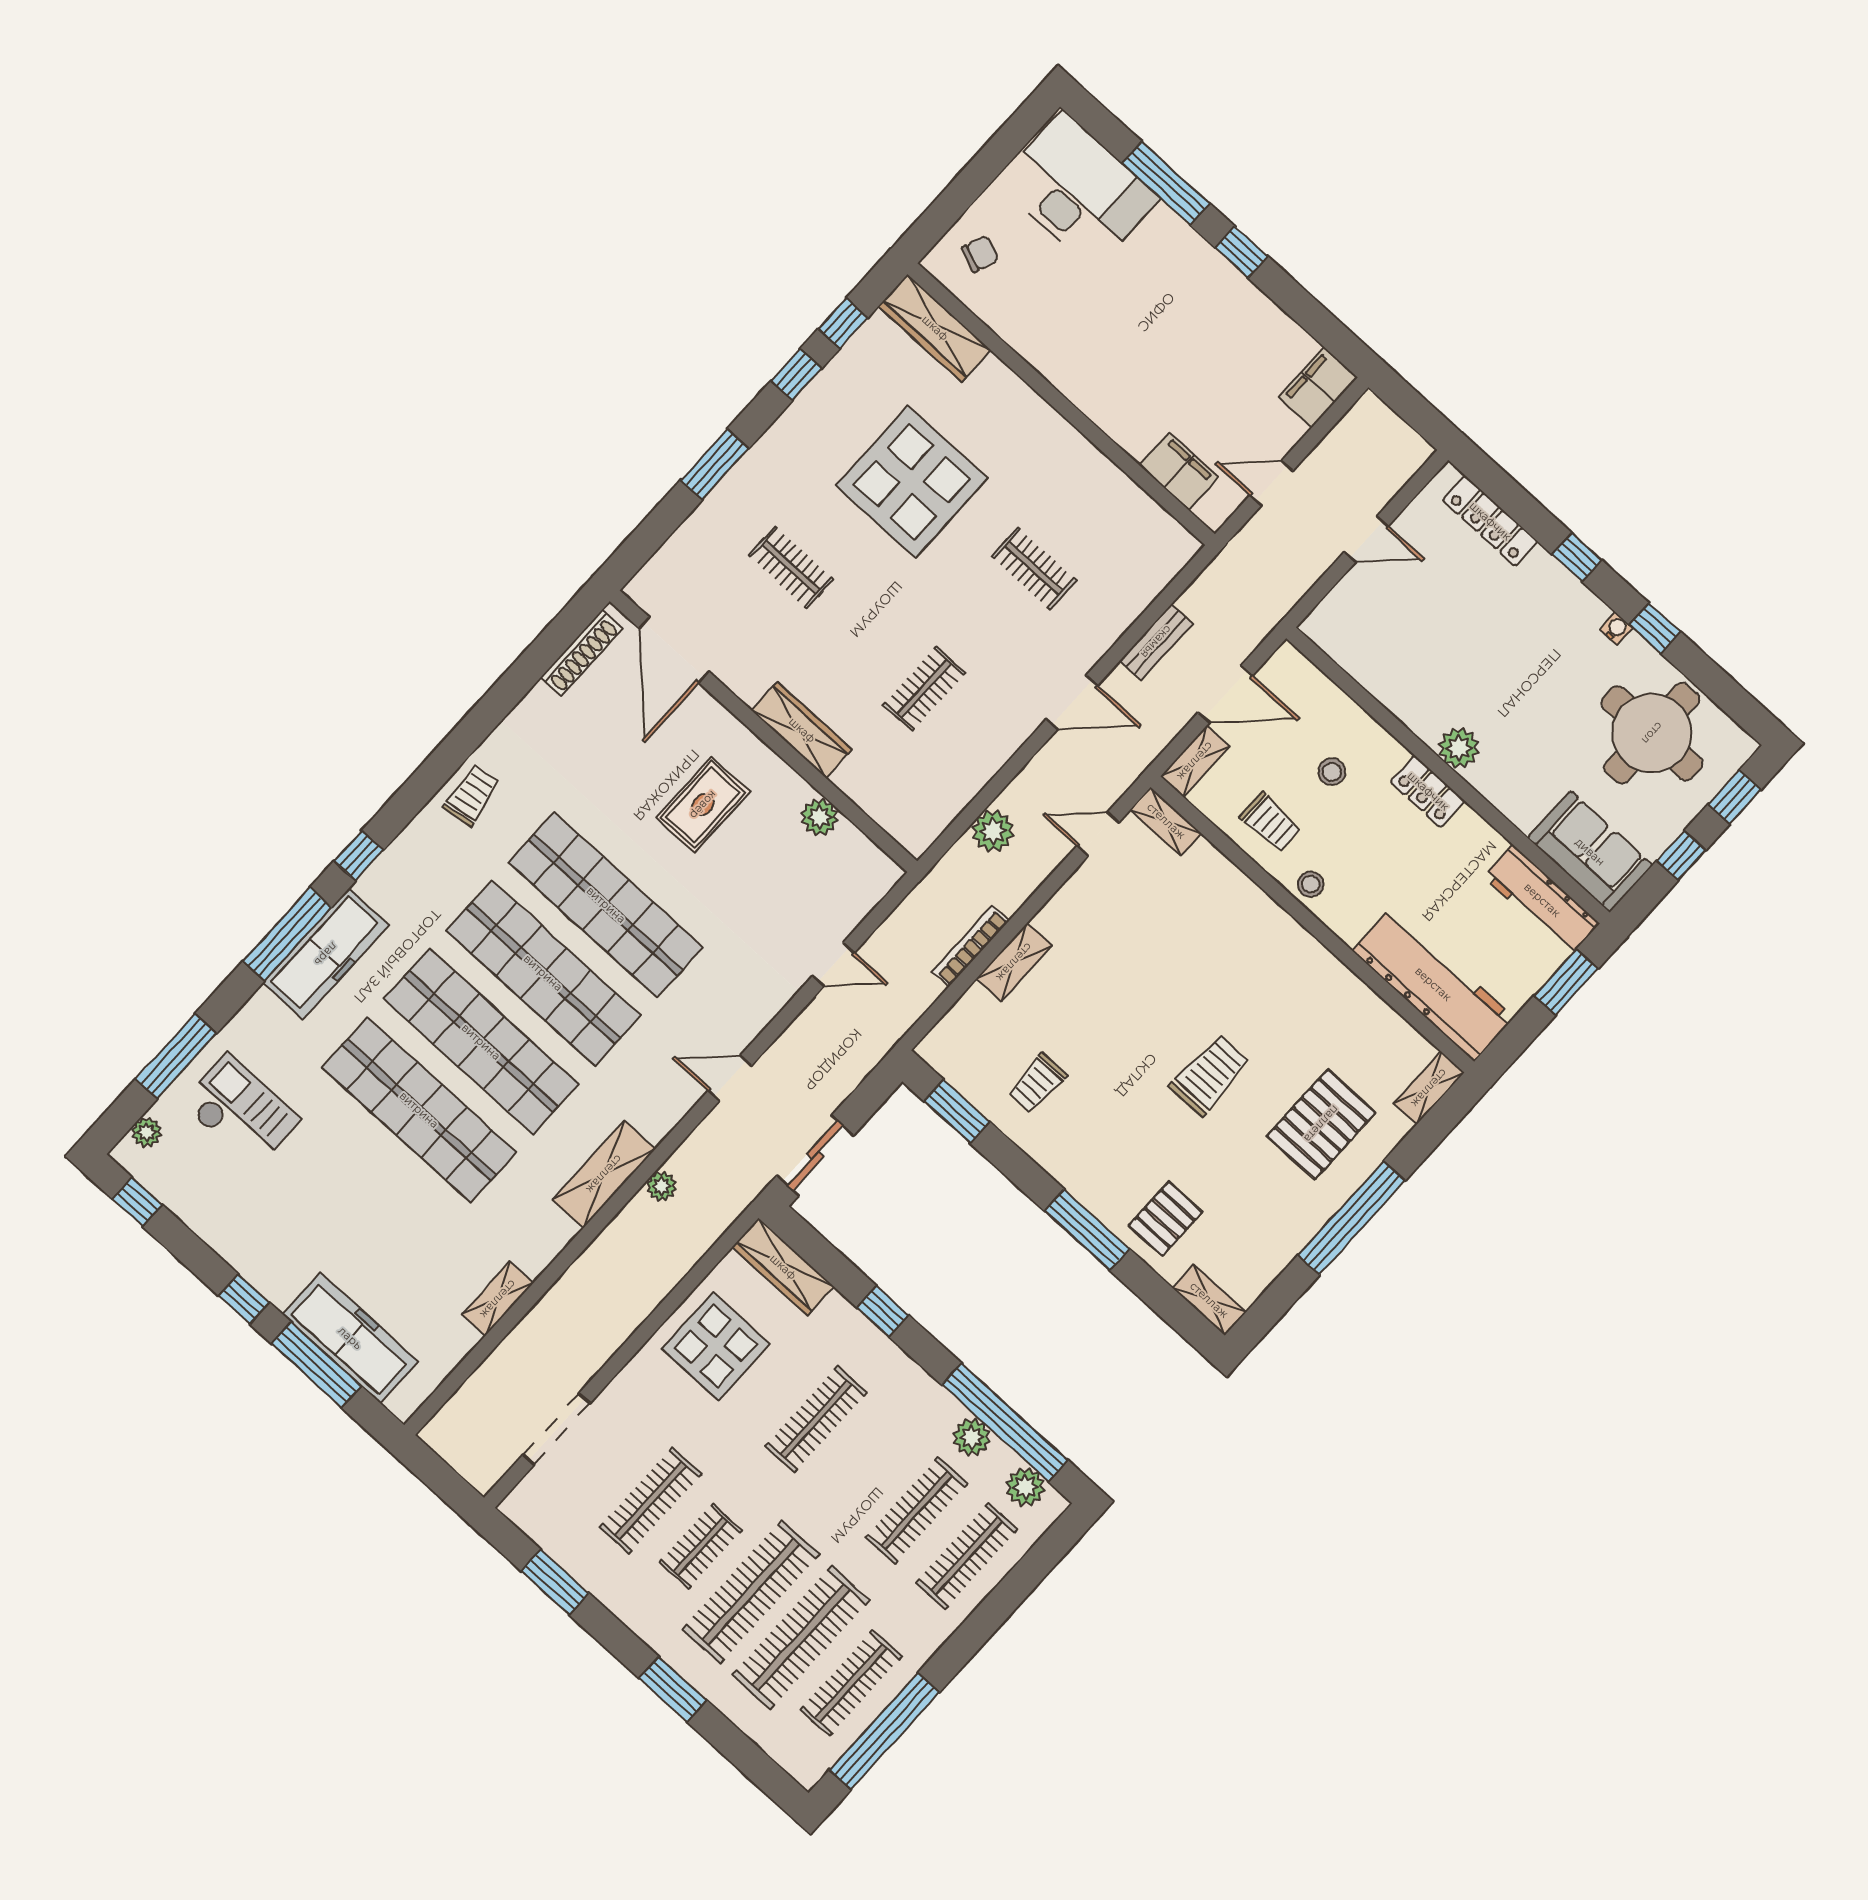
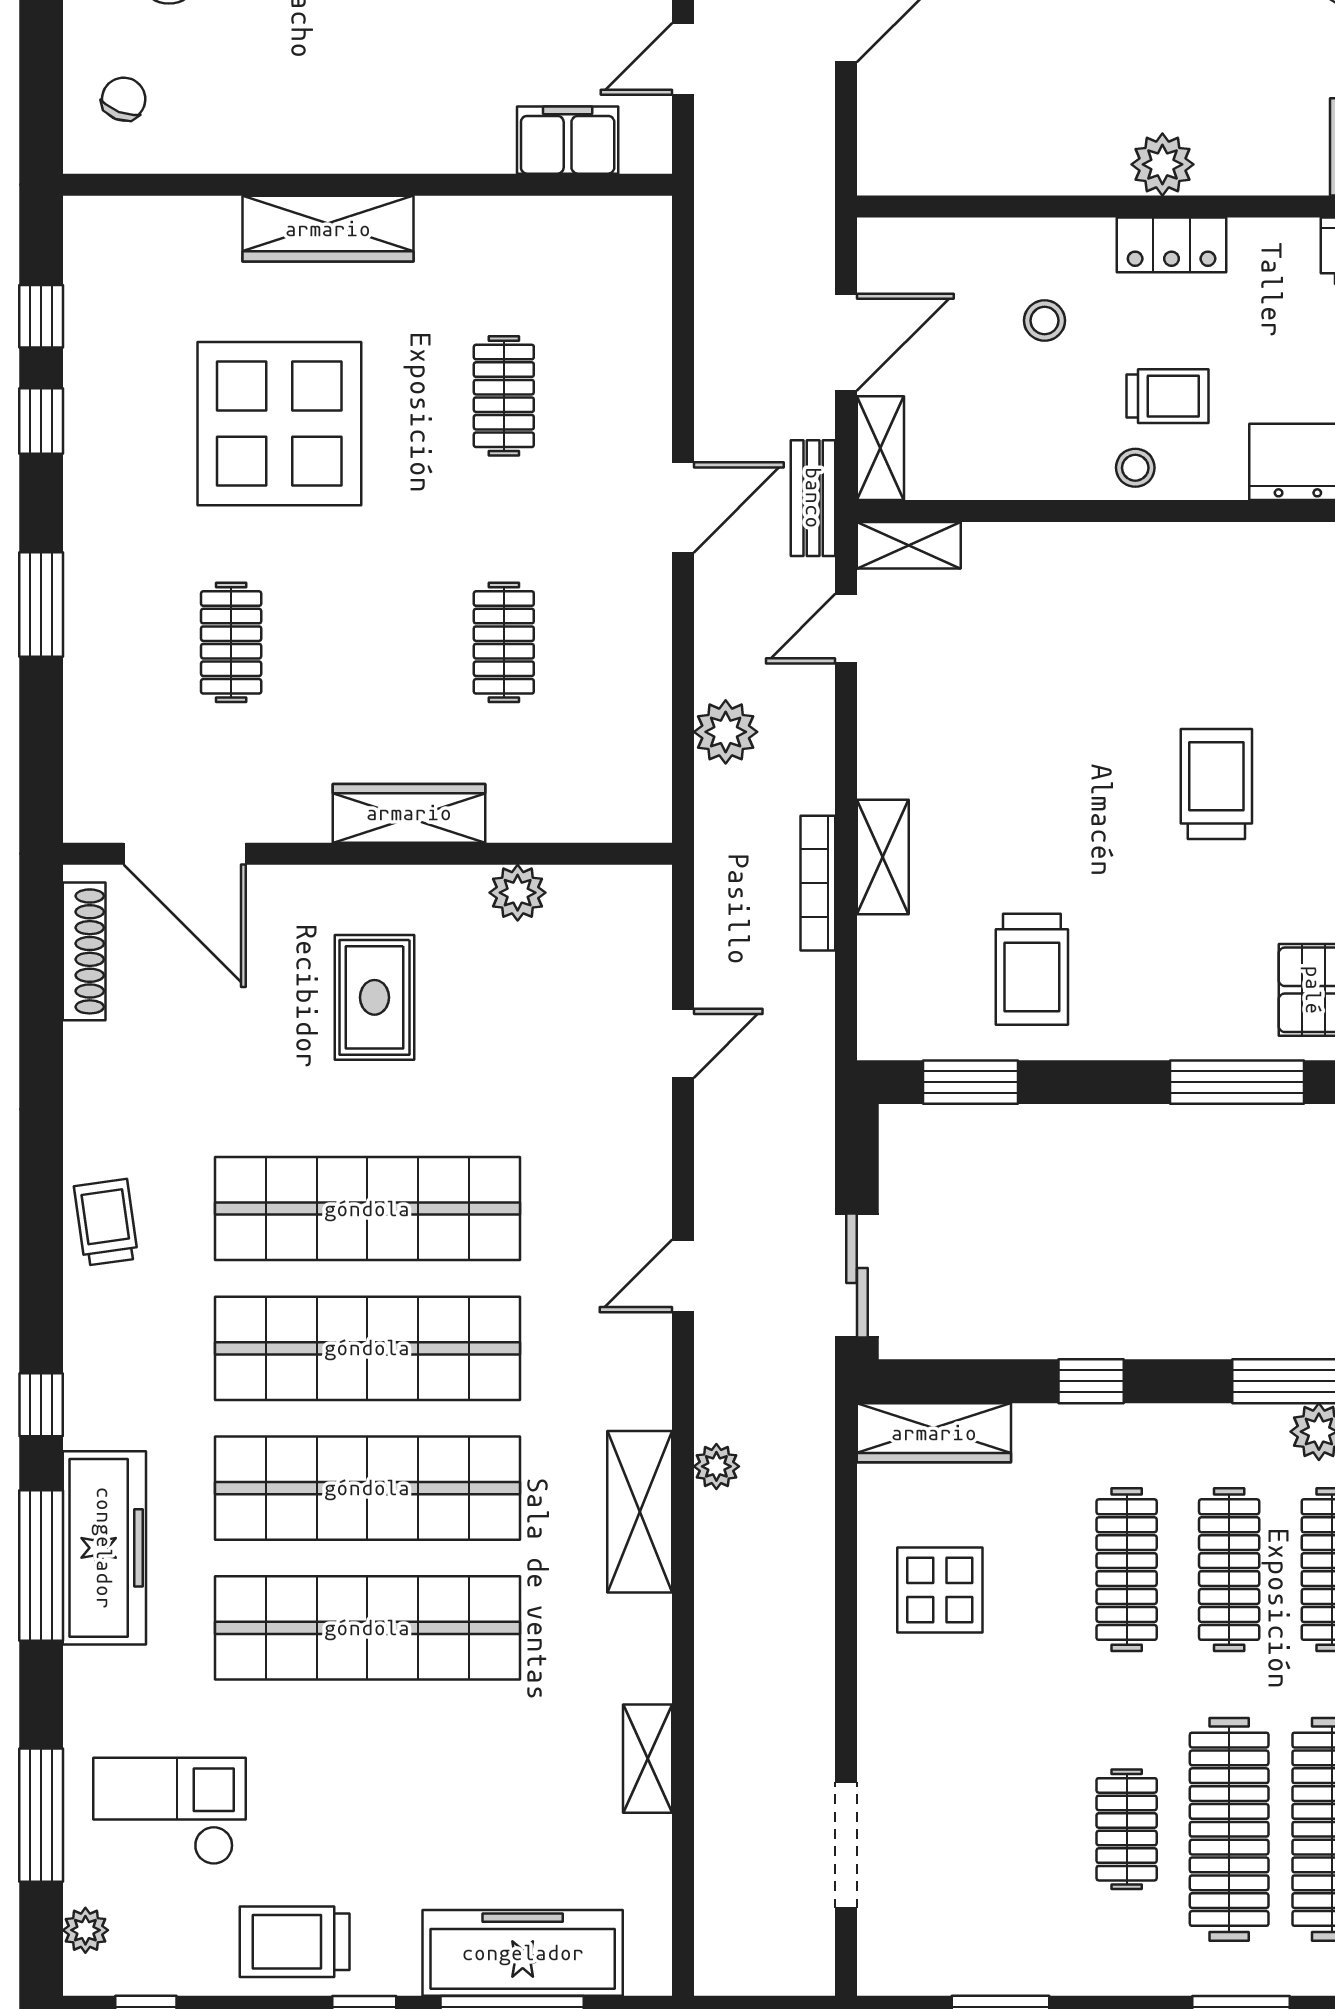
wardrobe: (935, 328) -> (328, 229), moved
clothes rail: (791, 567) -> (231, 642), turned 90
clothes rail: (1034, 568) -> (504, 396), turned 90
bench: (1156, 642) -> (813, 498), moved
trolley: (1271, 822) -> (1168, 396), moved
trolley: (1037, 1083) -> (1032, 969), width x1.36, depth x1.39
trolley: (244, 1231) -> (295, 1942), added
display table: (716, 1346) -> (940, 1590), width x0.73, depth x0.73
clothes rail: (651, 1501) -> (1229, 1570), moved

